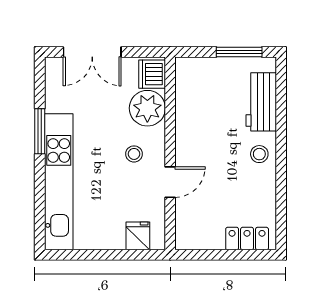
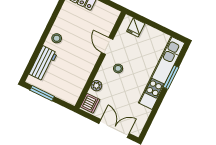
plant: (147, 108) -> (96, 86), width x0.53, depth x0.53
window: (40, 131) -> (171, 77), moved
door: (170, 182) -> (107, 46), hinge flipped

